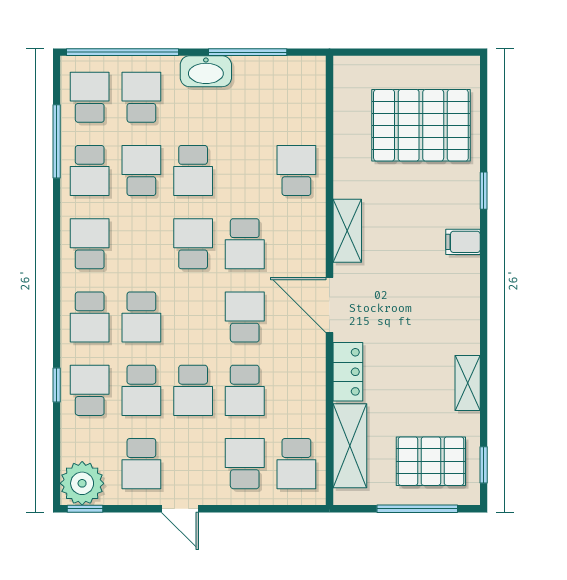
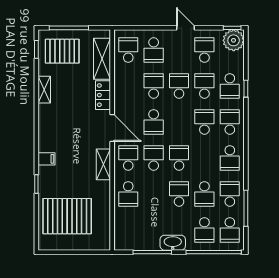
school desk: (193, 244) -> (179, 158), turned 180
school desk: (296, 244) -> (128, 158), added

